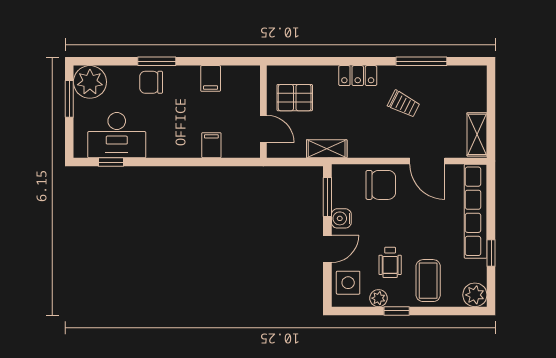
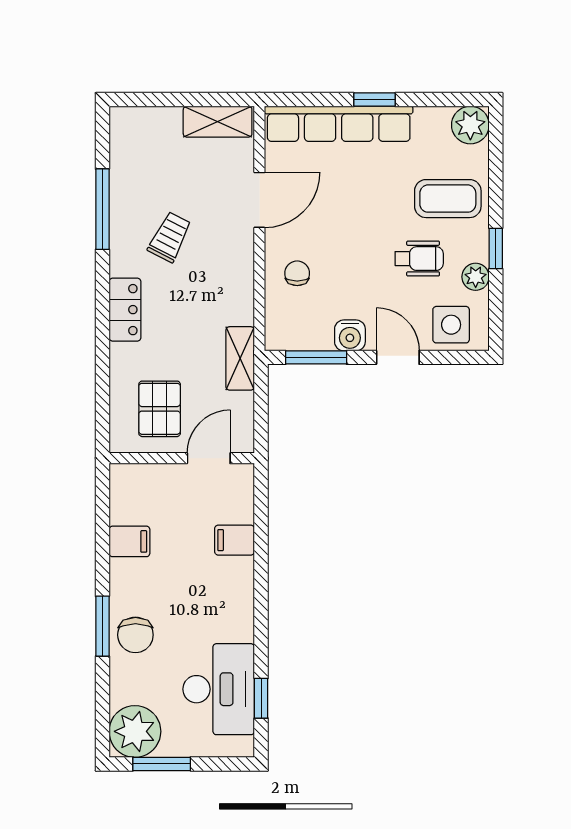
chair: (381, 185) -> (297, 273), width x0.54, depth x0.54
window: (491, 253) -> (375, 100), moved

